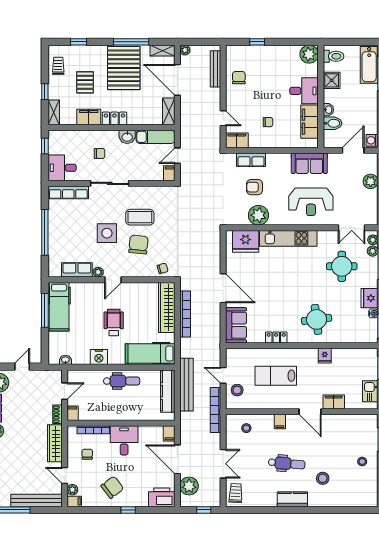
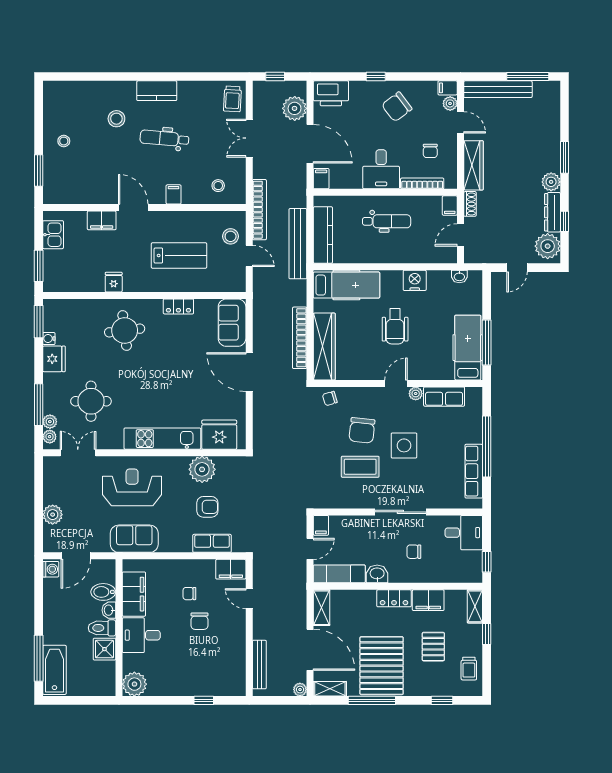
toilet: (334, 56) -> (102, 628), moved
chair: (239, 78) -> (199, 621), moved
row of seats: (68, 192) -> (474, 471), moved, turned -90
dental chair: (122, 381) -> (387, 221), moved, turned 180

